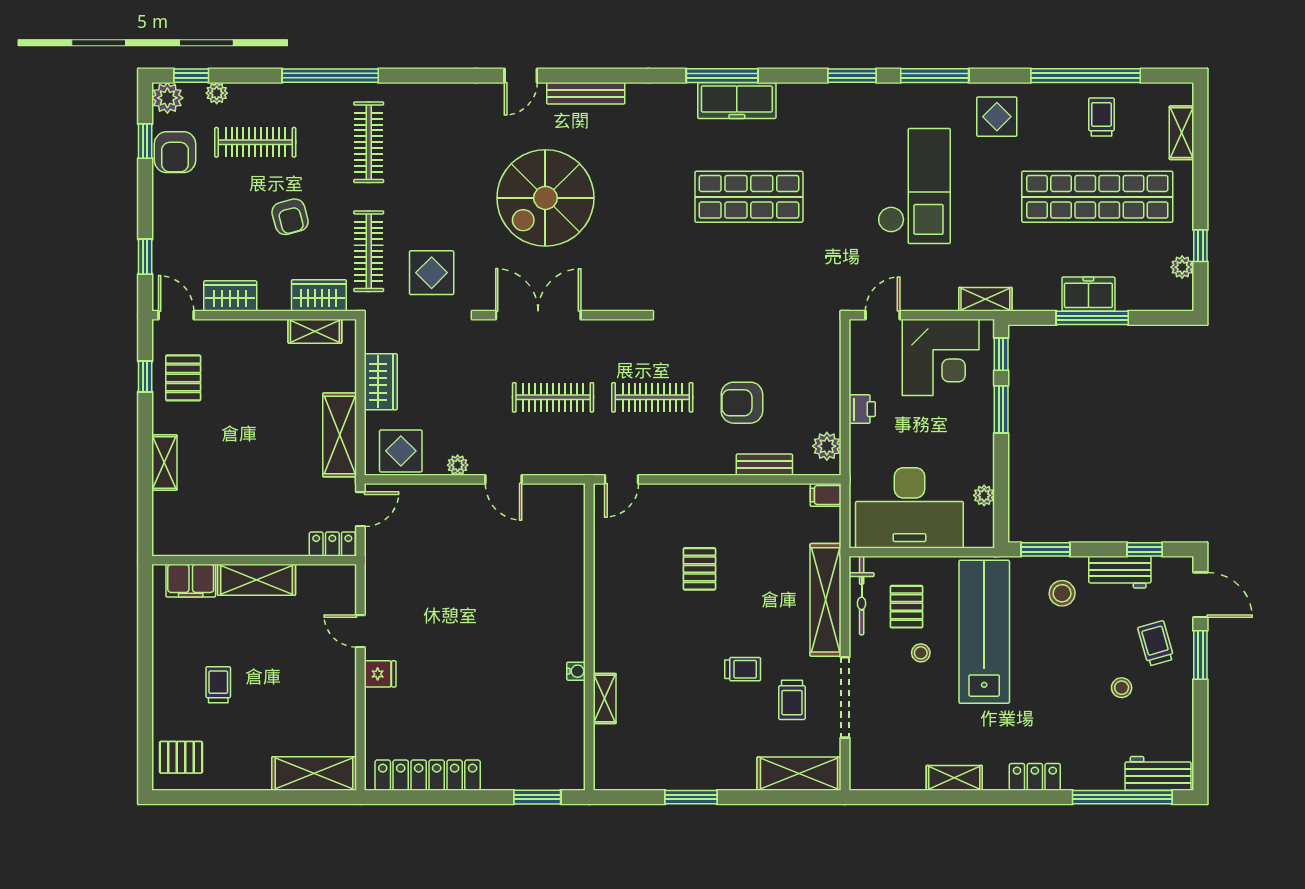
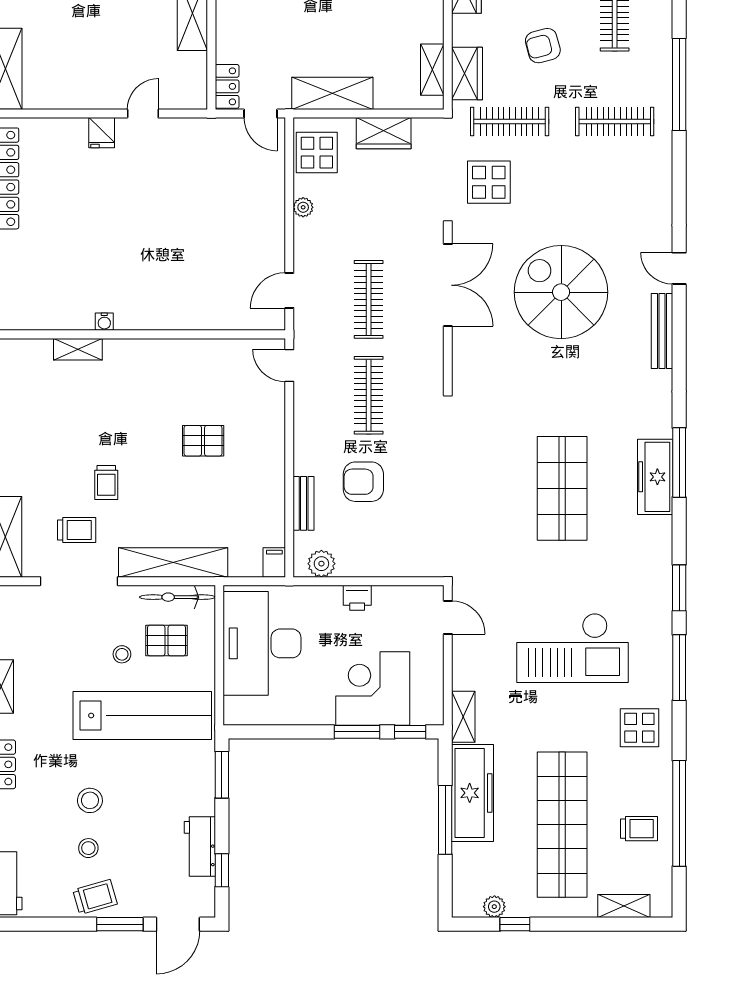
freezer: (1088, 294) -> (473, 793), width x1.91, depth x1.26
corner desk: (941, 357) -> (373, 689), moved, turned 90
armchair: (742, 403) -> (363, 482), turned -90
door: (504, 479) -> (289, 290), moved
plant: (984, 495) -> (274, 715), removed
stool: (1062, 593) -> (90, 800), moved
trolley: (1156, 643) -> (95, 897), moved
trolley: (792, 700) -> (77, 530), turned 180

